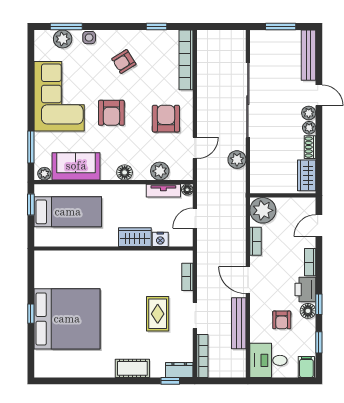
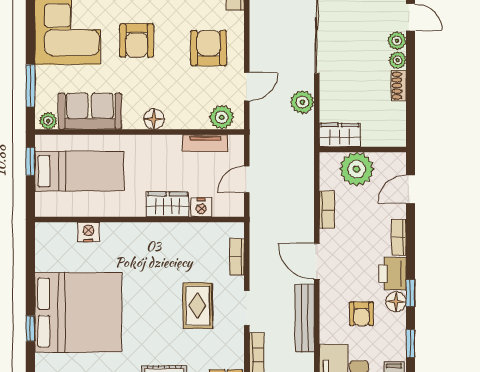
plant: (160, 171) -> (222, 117), moved
wardrobe: (307, 175) -> (340, 135), moved, turned 90
floor lamp: (187, 190) -> (237, 142), removed
plant: (263, 210) -> (357, 169), moved
nightstand: (75, 258) -> (88, 232), added
window: (31, 314) -> (30, 328), moved

